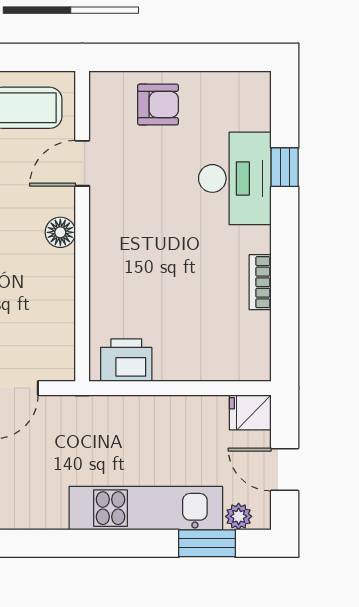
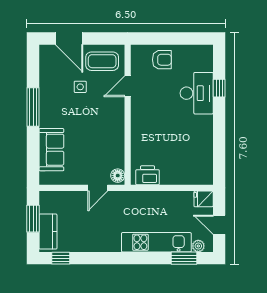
floor lamp: (60, 232) -> (118, 176), moved
bookcase: (260, 282) -> (208, 140), removed

